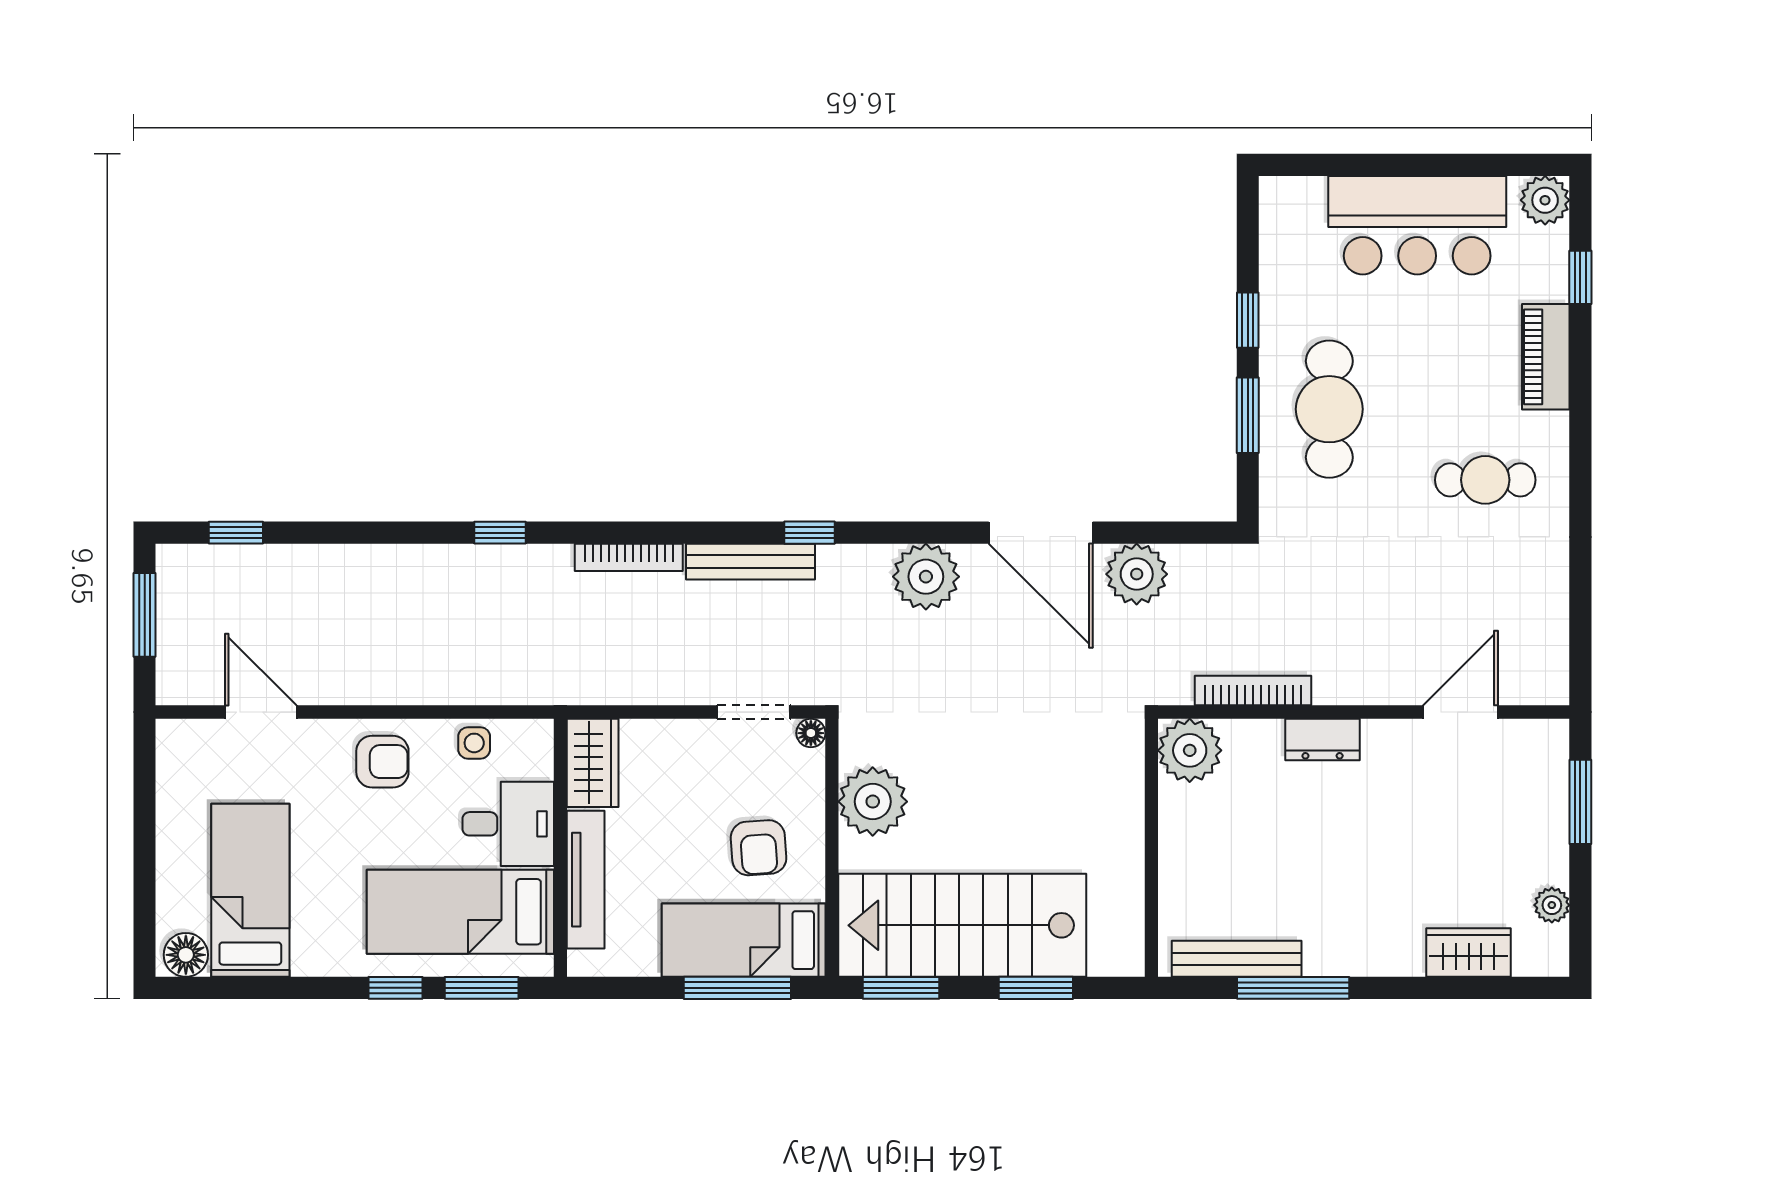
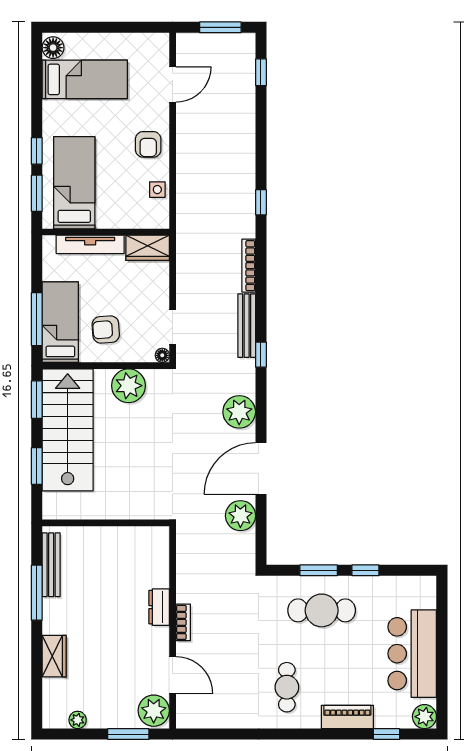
bookcase: (1253, 691) -> (183, 622), moved, width x0.64
plant: (1190, 750) -> (154, 711), moved
desk: (508, 824) -> (118, 206), removed
wardrobe: (1469, 953) -> (54, 656), moved

